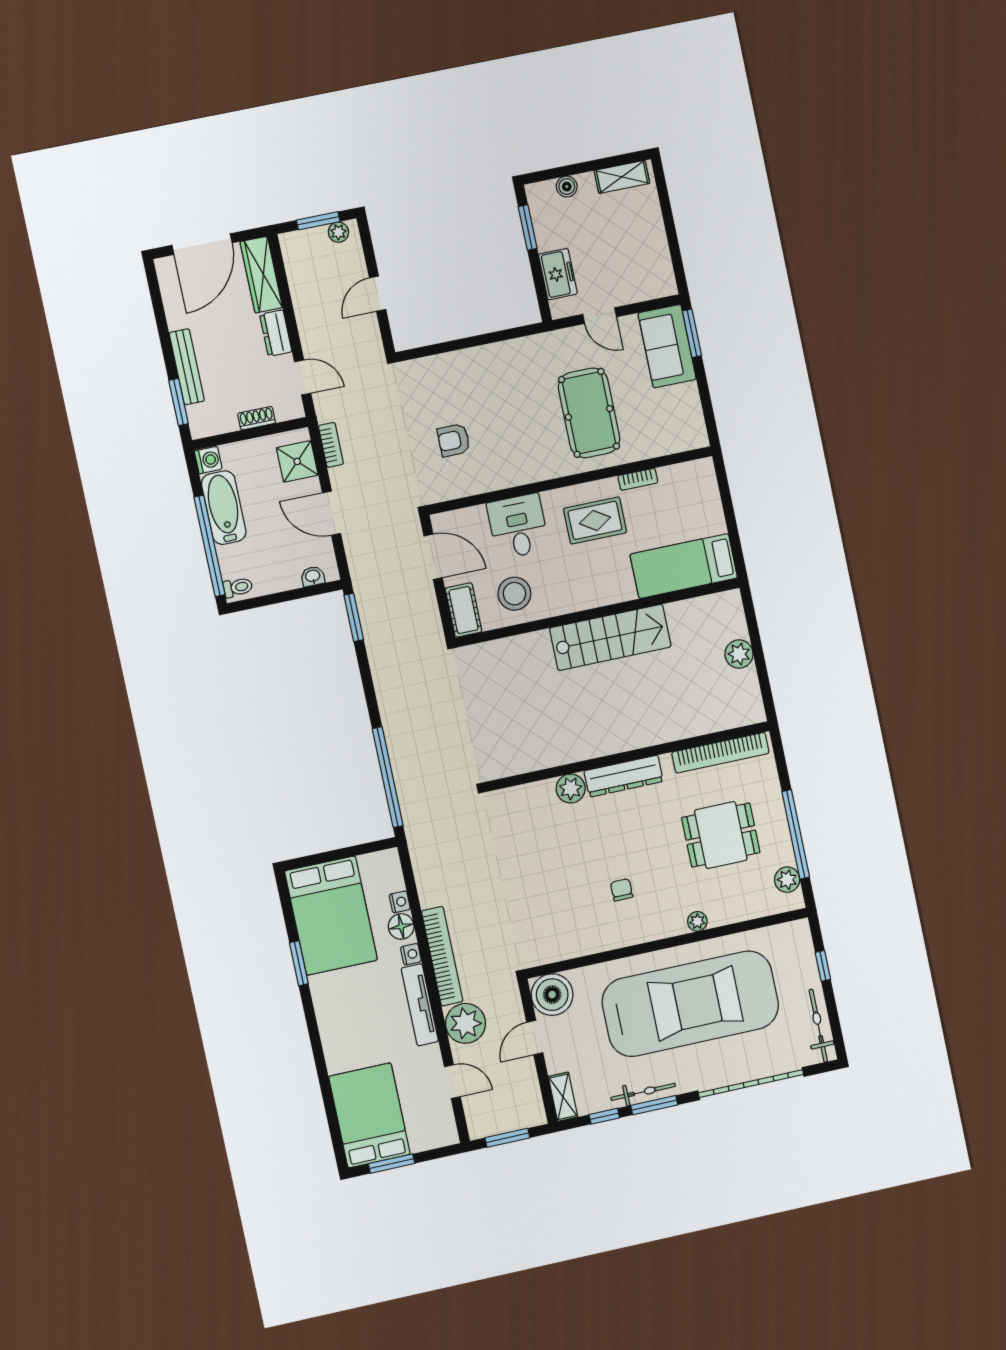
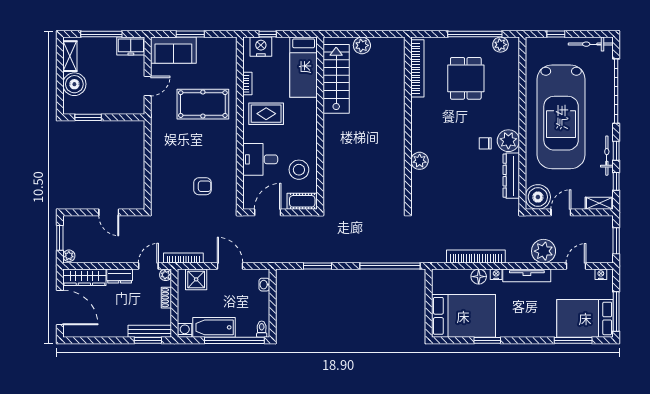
boiler: (567, 187) -> (74, 84), width x1.86, depth x1.86
window: (669, 222) -> (101, 34), added
plant: (338, 232) -> (69, 256), moved
freezer: (558, 274) -> (131, 46), moved, turned 180
window: (692, 333) -> (190, 34), moved
bench: (187, 367) -> (150, 331), moved
plant: (294, 409) -> (166, 275), added
armchair: (454, 440) -> (202, 186), turned -90
bookcase: (331, 445) -> (183, 258), width x1.56
nightstand: (703, 489) -> (261, 47), added
window: (726, 496) -> (268, 34), added
door: (331, 513) -> (230, 266), swing flipped
rug: (595, 520) -> (266, 114), turned 90
window: (354, 617) -> (318, 266), moved
stairs: (610, 637) -> (336, 79), moved
dresser: (624, 776) -> (511, 176), moved, turned 180
nightstand: (400, 902) -> (601, 274), moved
plant: (697, 921) -> (508, 141), moved, width x1.88, depth x1.88
bookcase: (442, 956) -> (476, 256), moved
car: (690, 1004) -> (561, 117), turned 180
door: (535, 1038) -> (561, 212), swing flipped
window: (329, 1104) -> (573, 340), added
window: (654, 1105) -> (616, 151), width x0.67
window: (392, 1164) -> (616, 312), width x1.44

